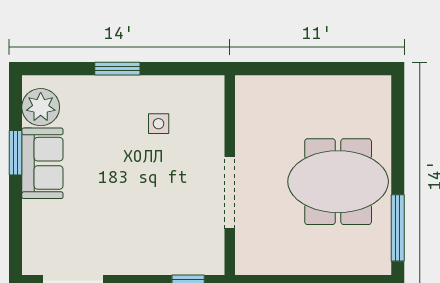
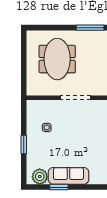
sofa: (42, 163) -> (69, 176), width x1.36
meeting table: (338, 182) -> (57, 59), moved

